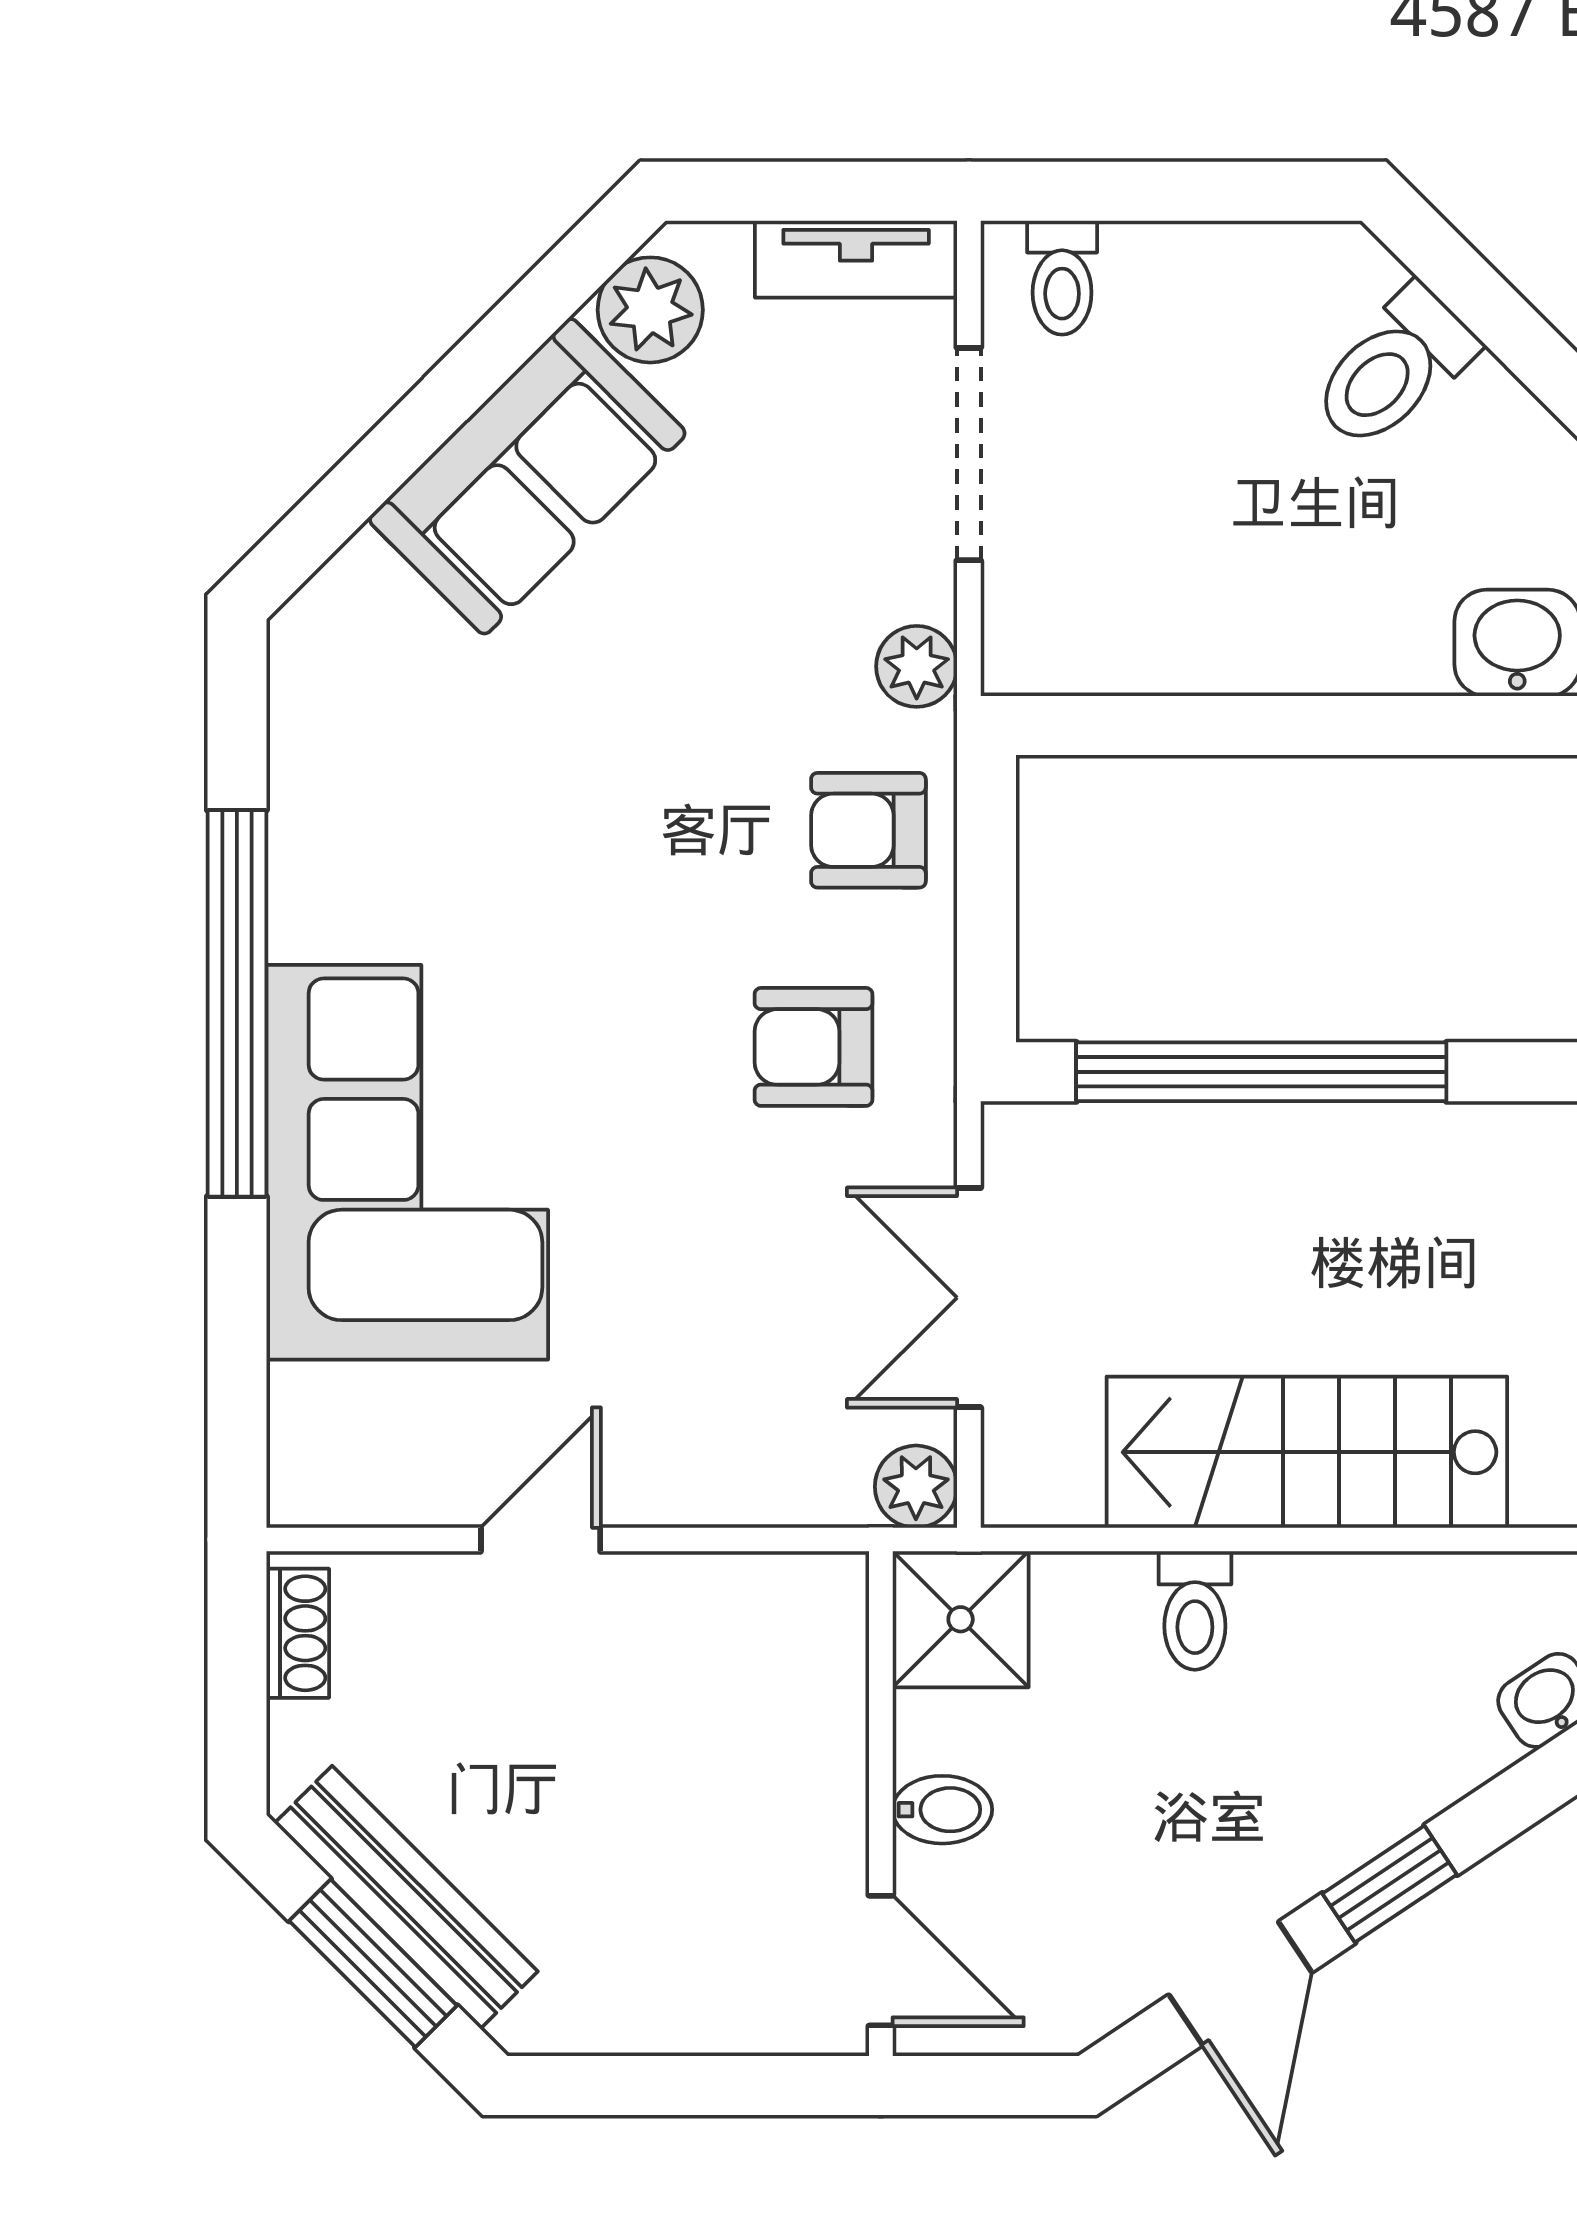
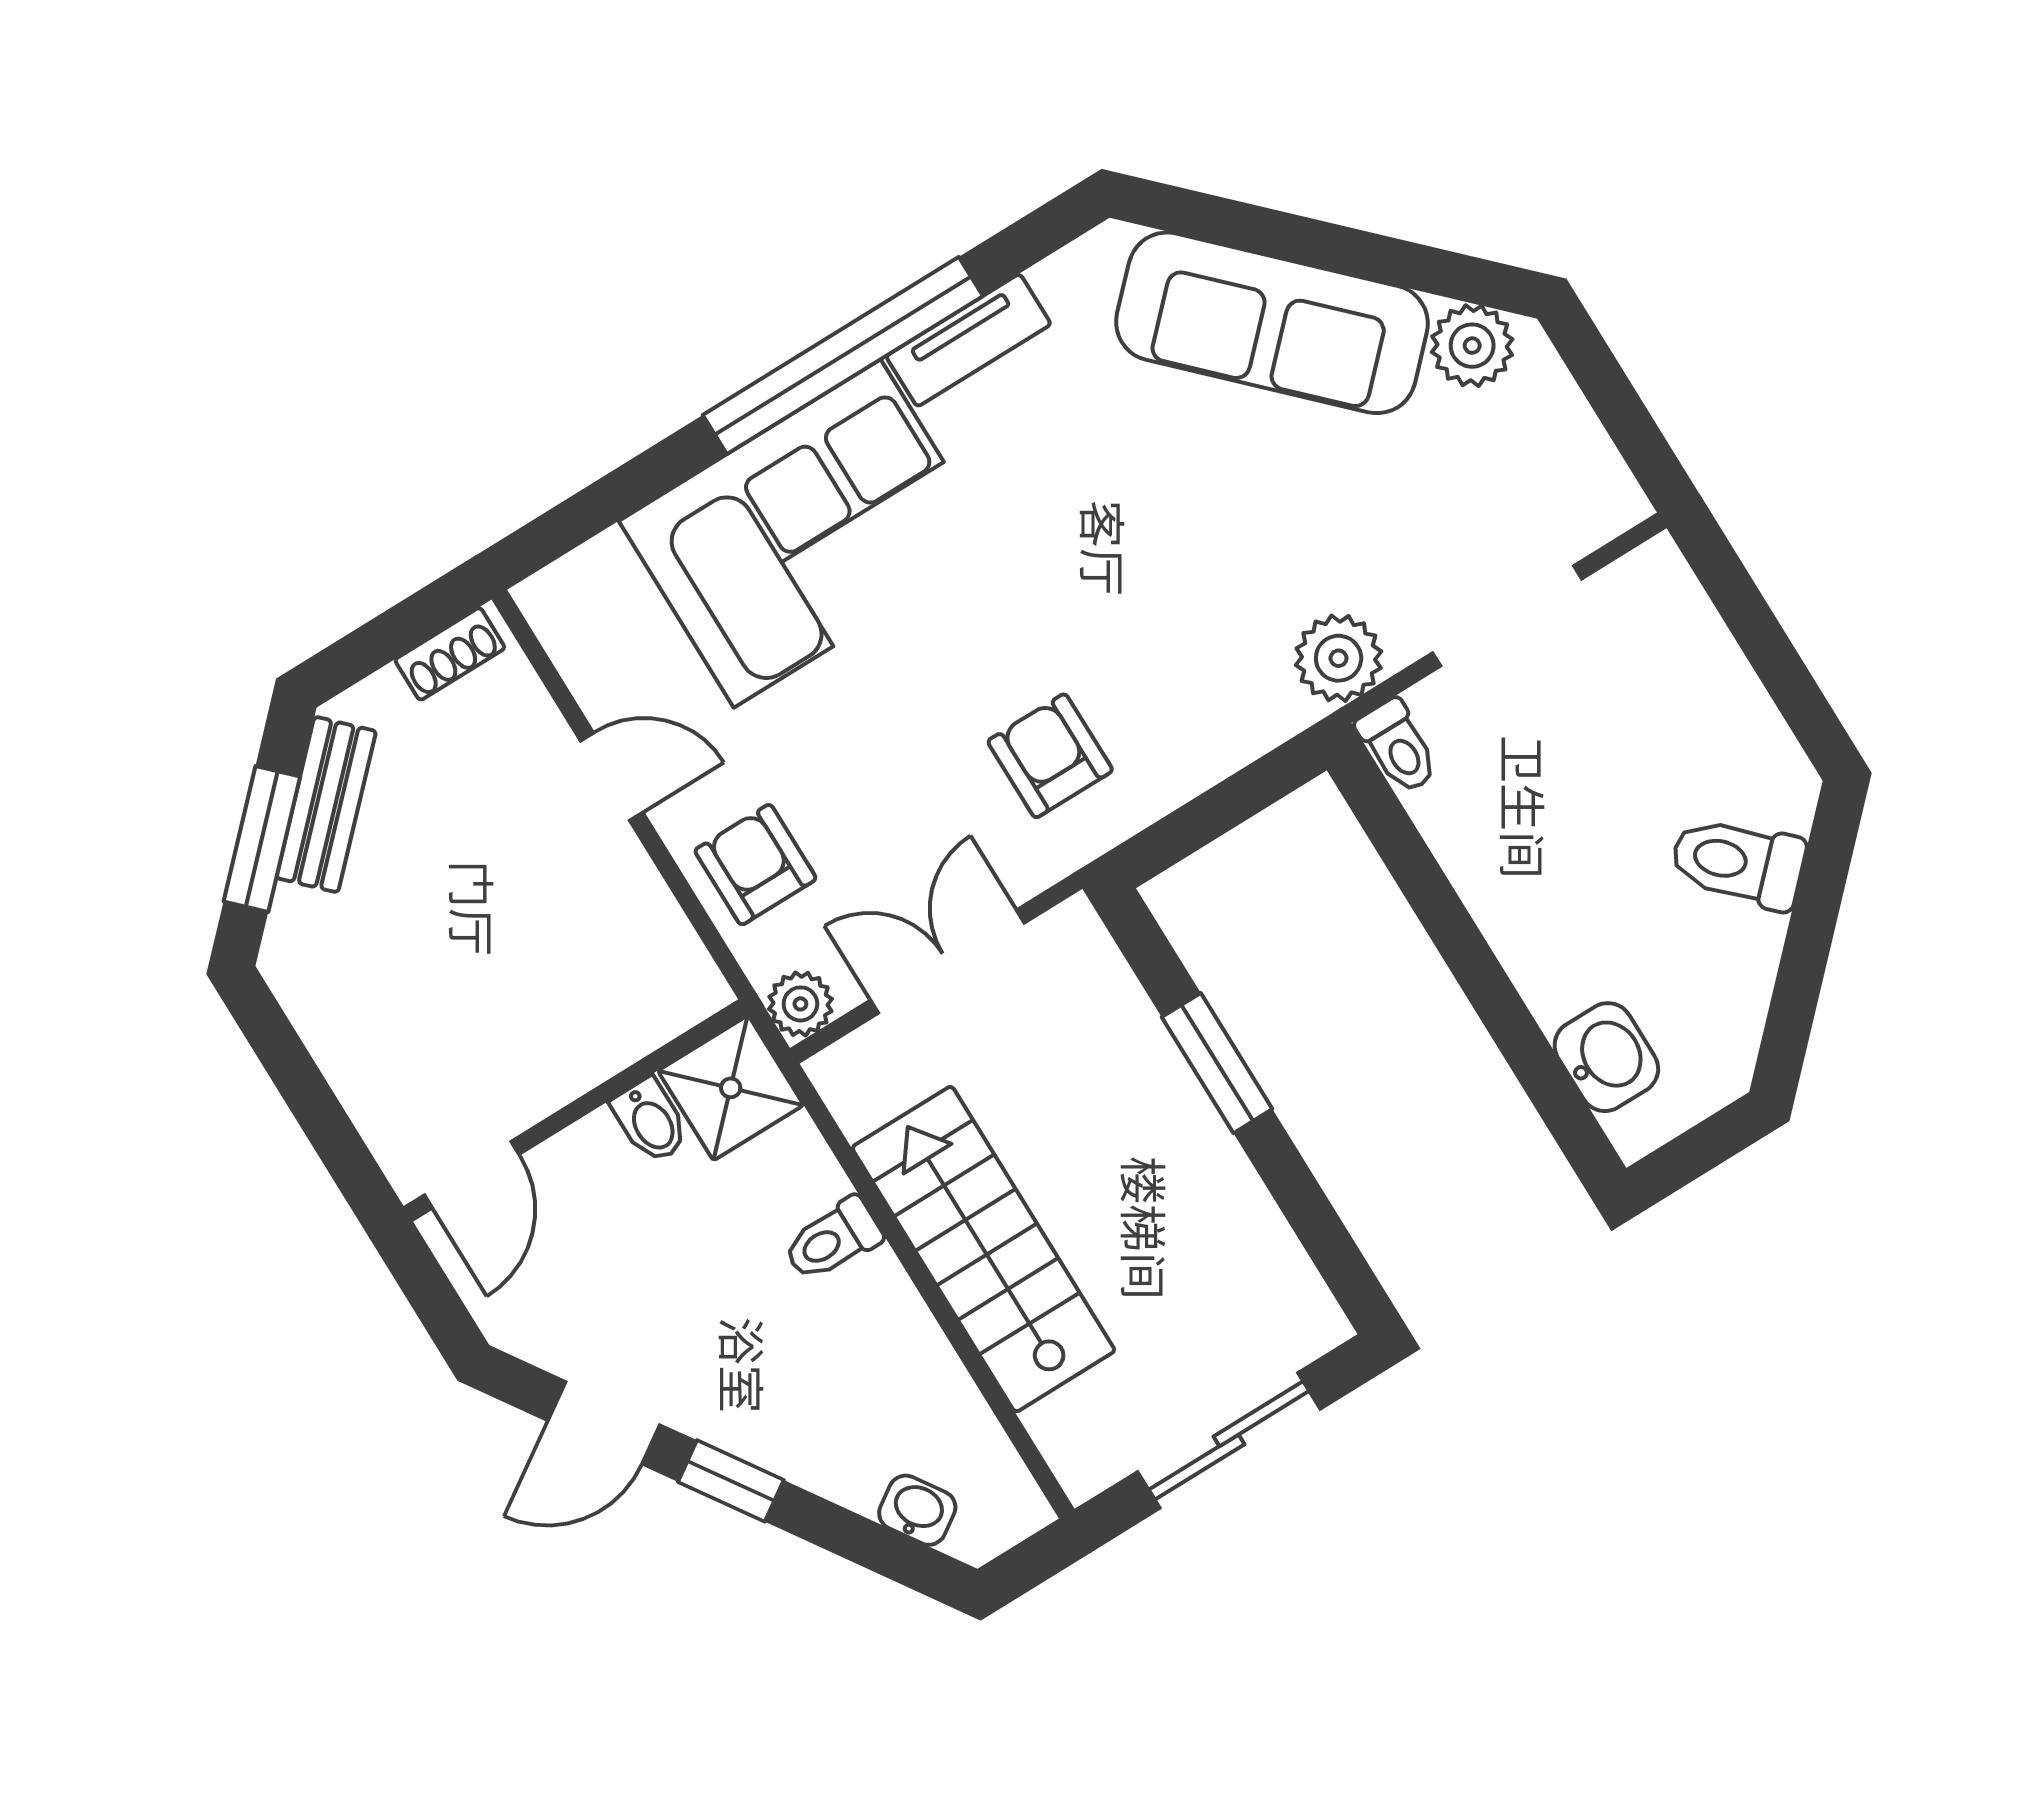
tv unit: (856, 259) -> (968, 340), moved, turned -90
toilet: (1062, 278) -> (1398, 746), moved, turned -90
sofa: (527, 476) -> (1272, 323), width x1.36
plant: (917, 666) -> (1339, 658), width x1.38, depth x1.38
armchair: (868, 830) -> (755, 865), moved
window: (1261, 1072) -> (1217, 1063), width x0.47
bidet: (942, 1810) -> (650, 1121), moved
bench: (406, 1897) -> (326, 805), width x0.73

